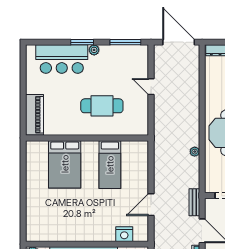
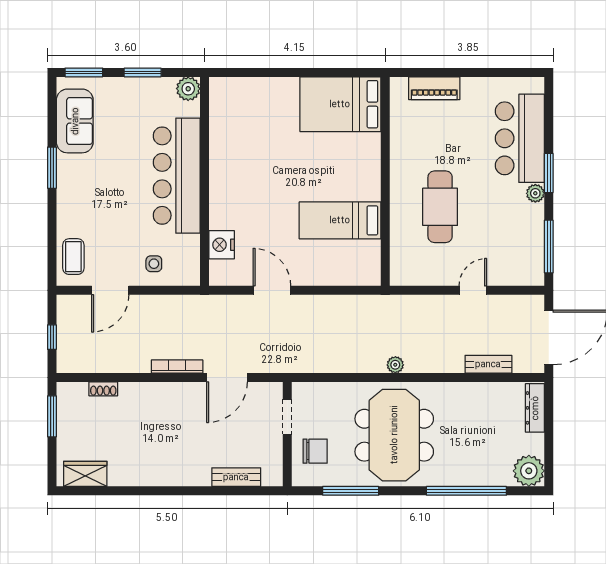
piano: (35, 115) -> (434, 88), width x0.73, depth x0.75
plant: (195, 152) -> (395, 365), moved
bed: (65, 164) -> (340, 104), moved
bench: (194, 202) -> (488, 364), moved

